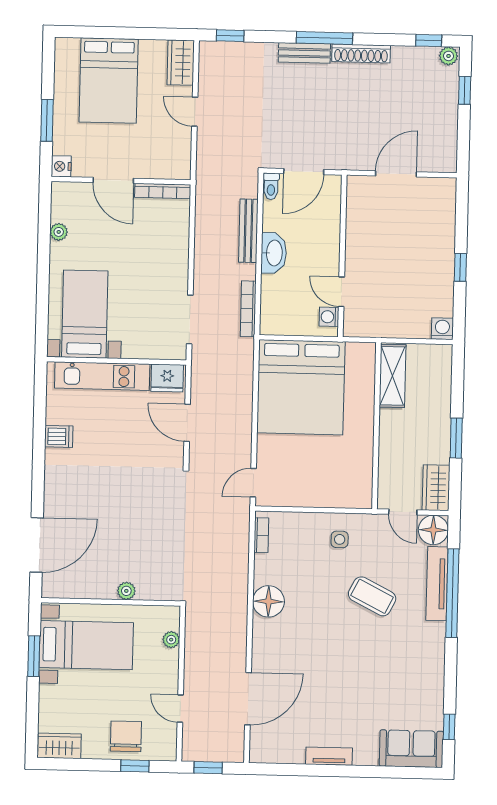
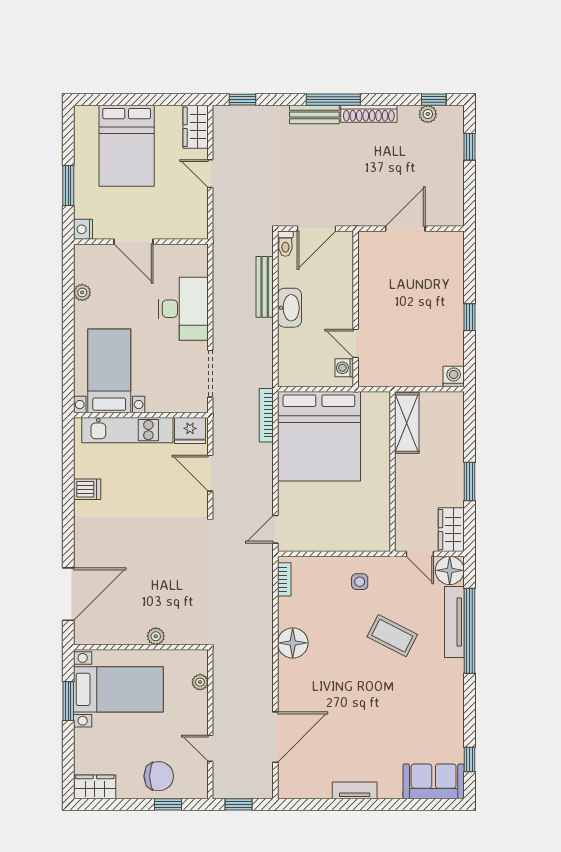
plant: (449, 56) -> (428, 114), moved
bookcase: (163, 191) -> (181, 251), removed
desk: (163, 251) -> (183, 309), added
bookcase: (248, 309) -> (266, 415), moved
chair: (126, 736) -> (159, 776), turned 90

